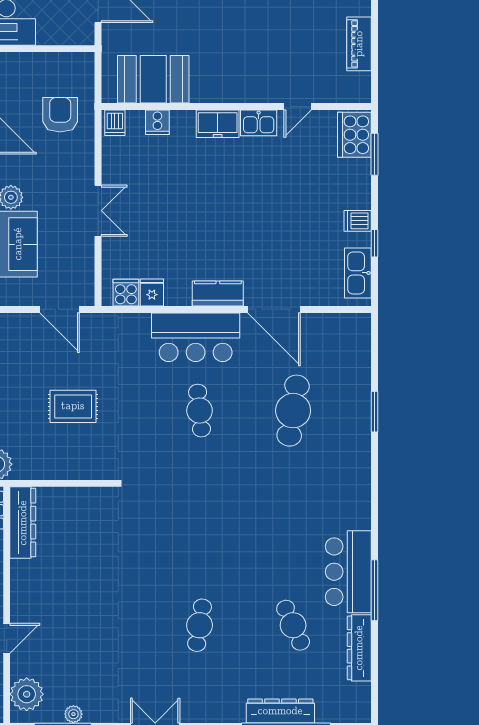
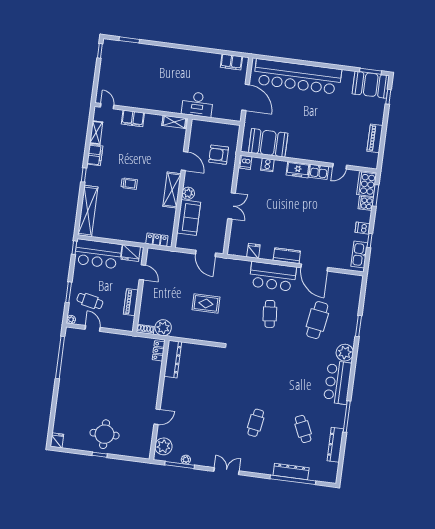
armchair: (60, 115) -> (219, 155), turned -90
cooker: (126, 293) -> (366, 203), moved, turned -90
plant: (355, 467) -> (345, 353), added
bar counter: (348, 572) -> (338, 382), moved

